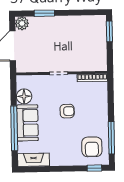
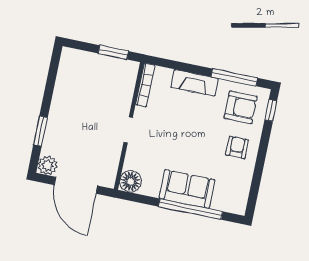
window: (109, 31) -> (113, 52), moved
floor lamp: (24, 96) -> (131, 181), moved
armchair: (67, 111) -> (237, 147), moved
fireplace: (34, 160) -> (195, 83), moved, turned -90

